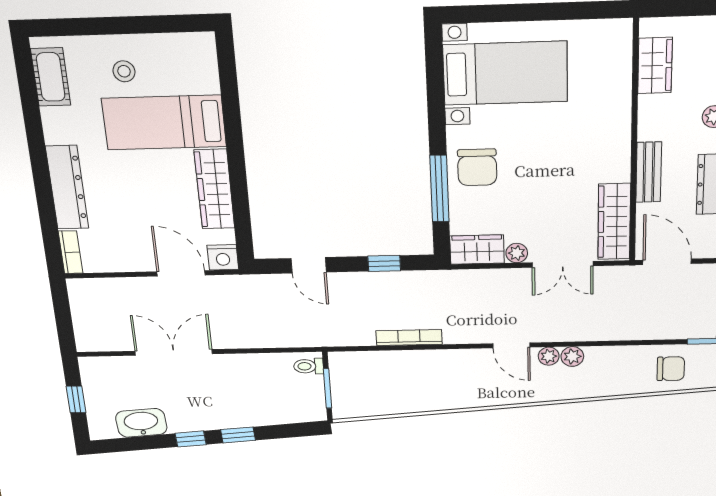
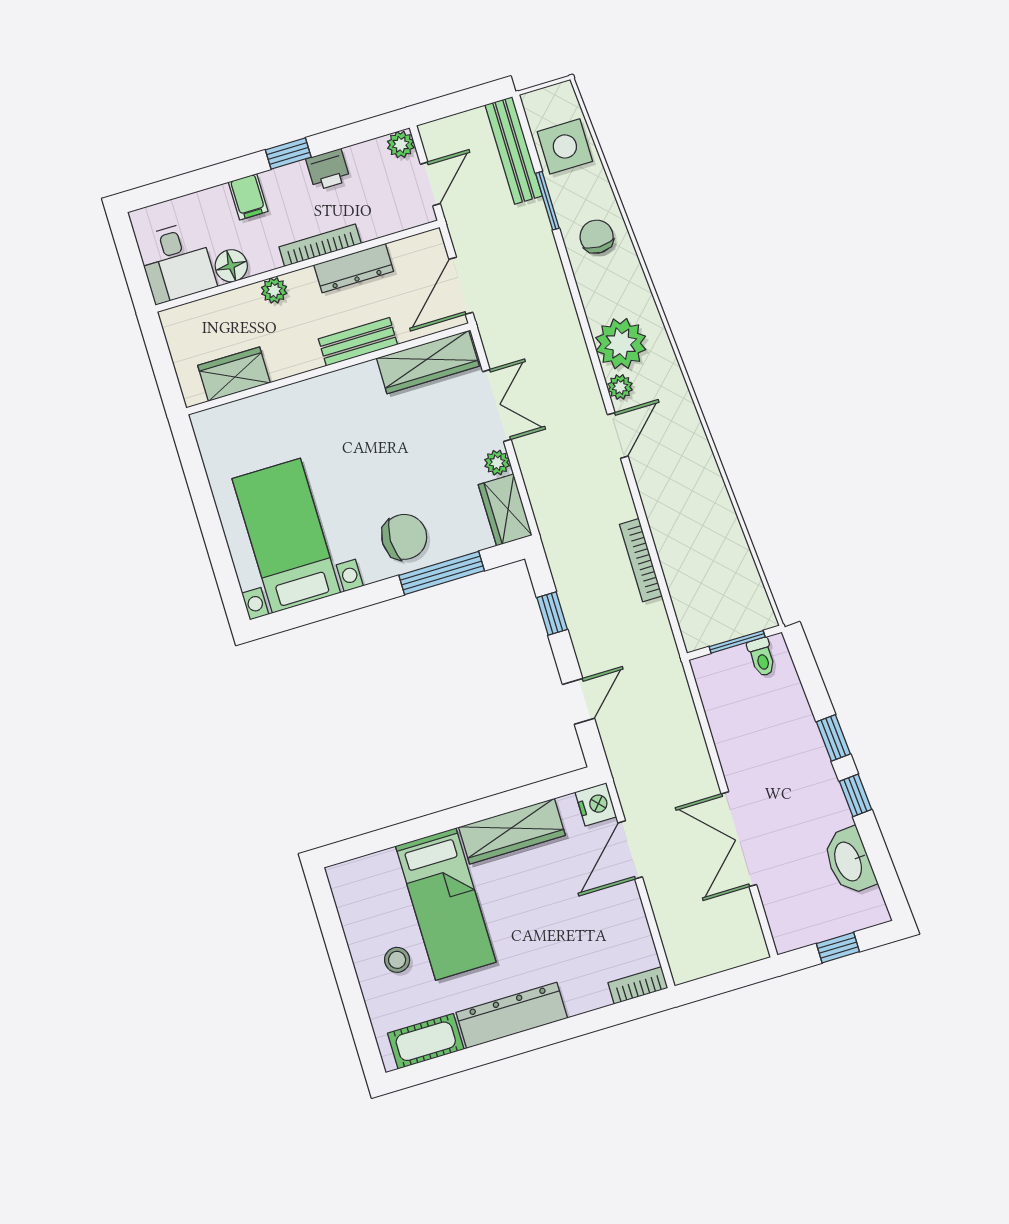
dresser: (67, 187) -> (512, 1015), moved
plant: (572, 356) -> (621, 344), width x1.87, depth x1.87
toilet: (309, 366) -> (762, 657), moved

